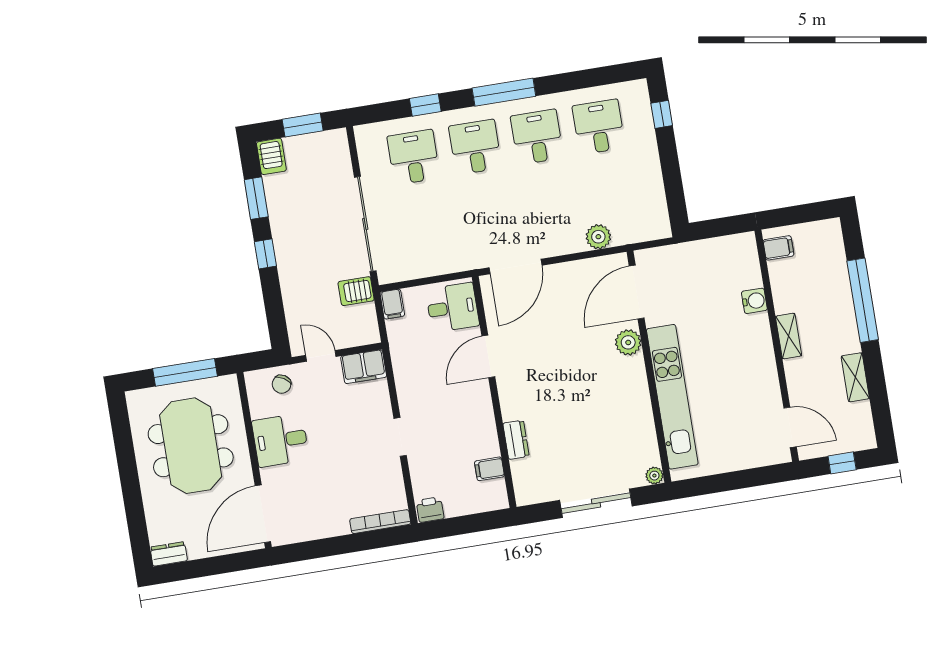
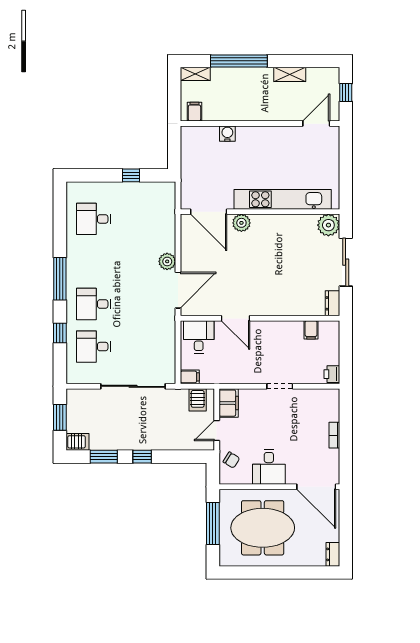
window: (662, 114) -> (131, 175), moved
desk: (537, 137) -> (94, 261), removed
plant: (598, 237) -> (167, 261), moved
door: (515, 266) -> (178, 290), hinge flipped
server rack: (356, 291) -> (198, 400), moved
shelving: (789, 336) -> (195, 74), moved
dresser: (516, 440) -> (332, 303), moved, turned -90
plant: (654, 476) -> (328, 225), width x1.88, depth x1.88
bookcase: (380, 522) -> (334, 435), moved, width x0.64

